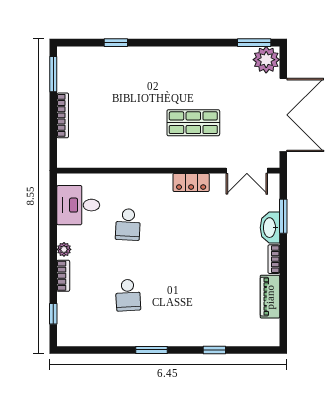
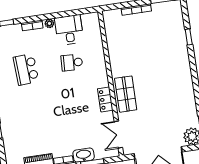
shop shelf: (193, 123) -> (126, 94), moved
desk: (78, 205) -> (69, 30), moved
school desk: (128, 295) -> (26, 69), width x1.85

